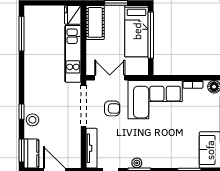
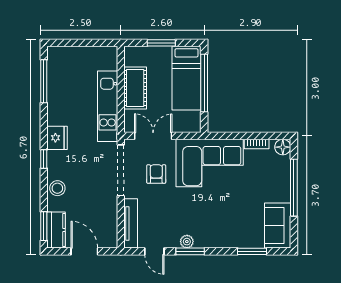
fridge: (73, 15) -> (57, 138), moved, turned 180
cot: (95, 22) -> (135, 88), moved
armchair: (112, 108) -> (156, 174), turned -91
window: (21, 112) -> (44, 159), moved

